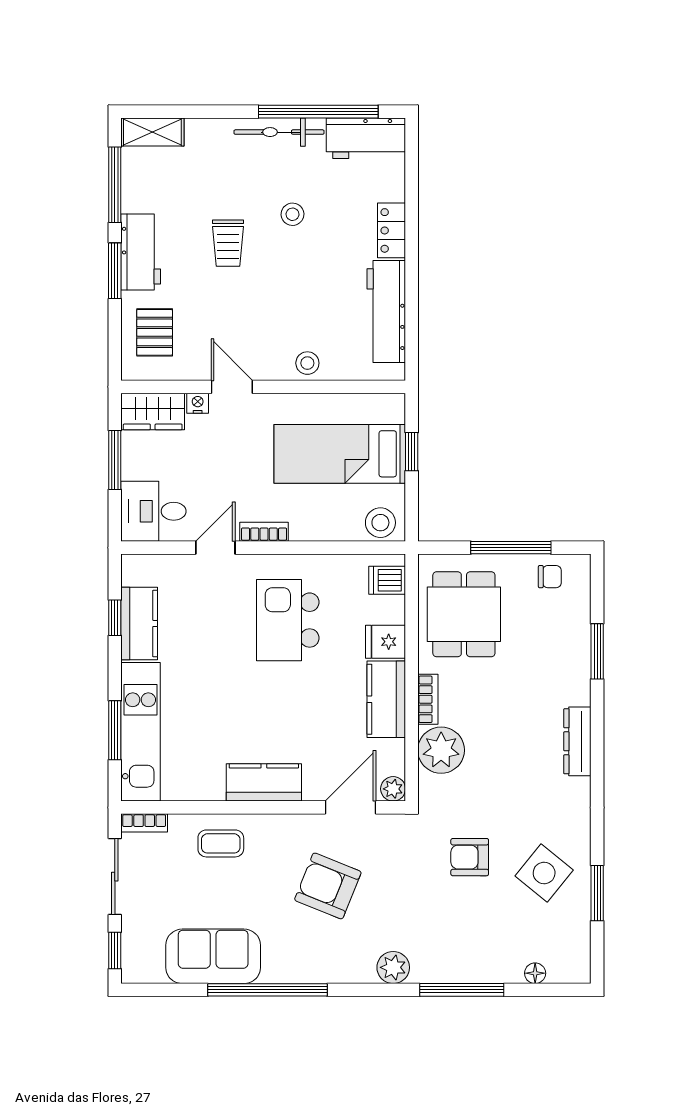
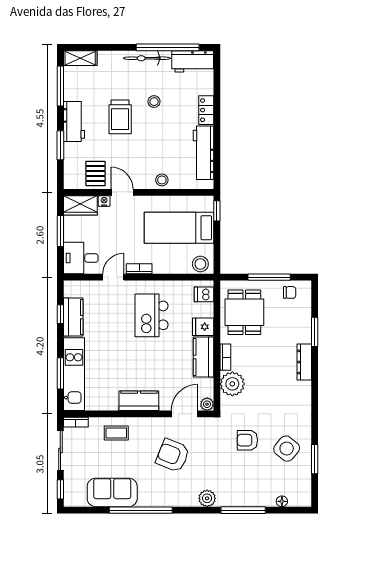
trolley: (228, 243) -> (120, 117), width x1.36, depth x1.39
window: (115, 271) -> (60, 145), moved
pallet: (155, 332) -> (95, 173), moved
window: (412, 452) -> (217, 211), moved
dresser: (577, 741) -> (304, 362), moved

